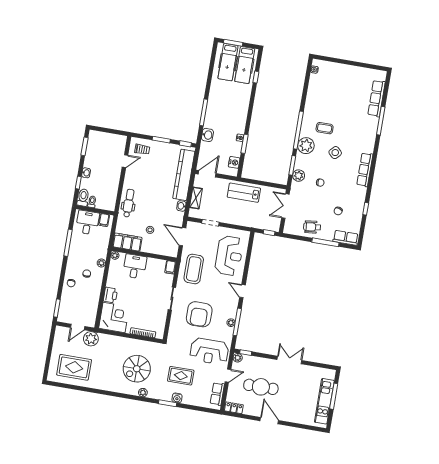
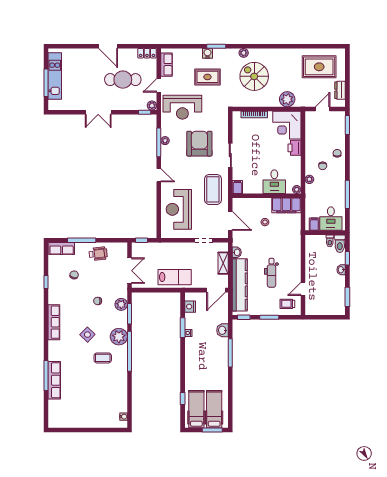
row of seats: (377, 98) -> (54, 380), moved
dental chair: (129, 203) -> (272, 273), moved
plant: (91, 339) -> (287, 99), moved
dresser: (58, 342) -> (340, 90), added
reception desk: (209, 351) -> (182, 107), turned 180
spiral stairs: (137, 369) -> (254, 76), turned -90

